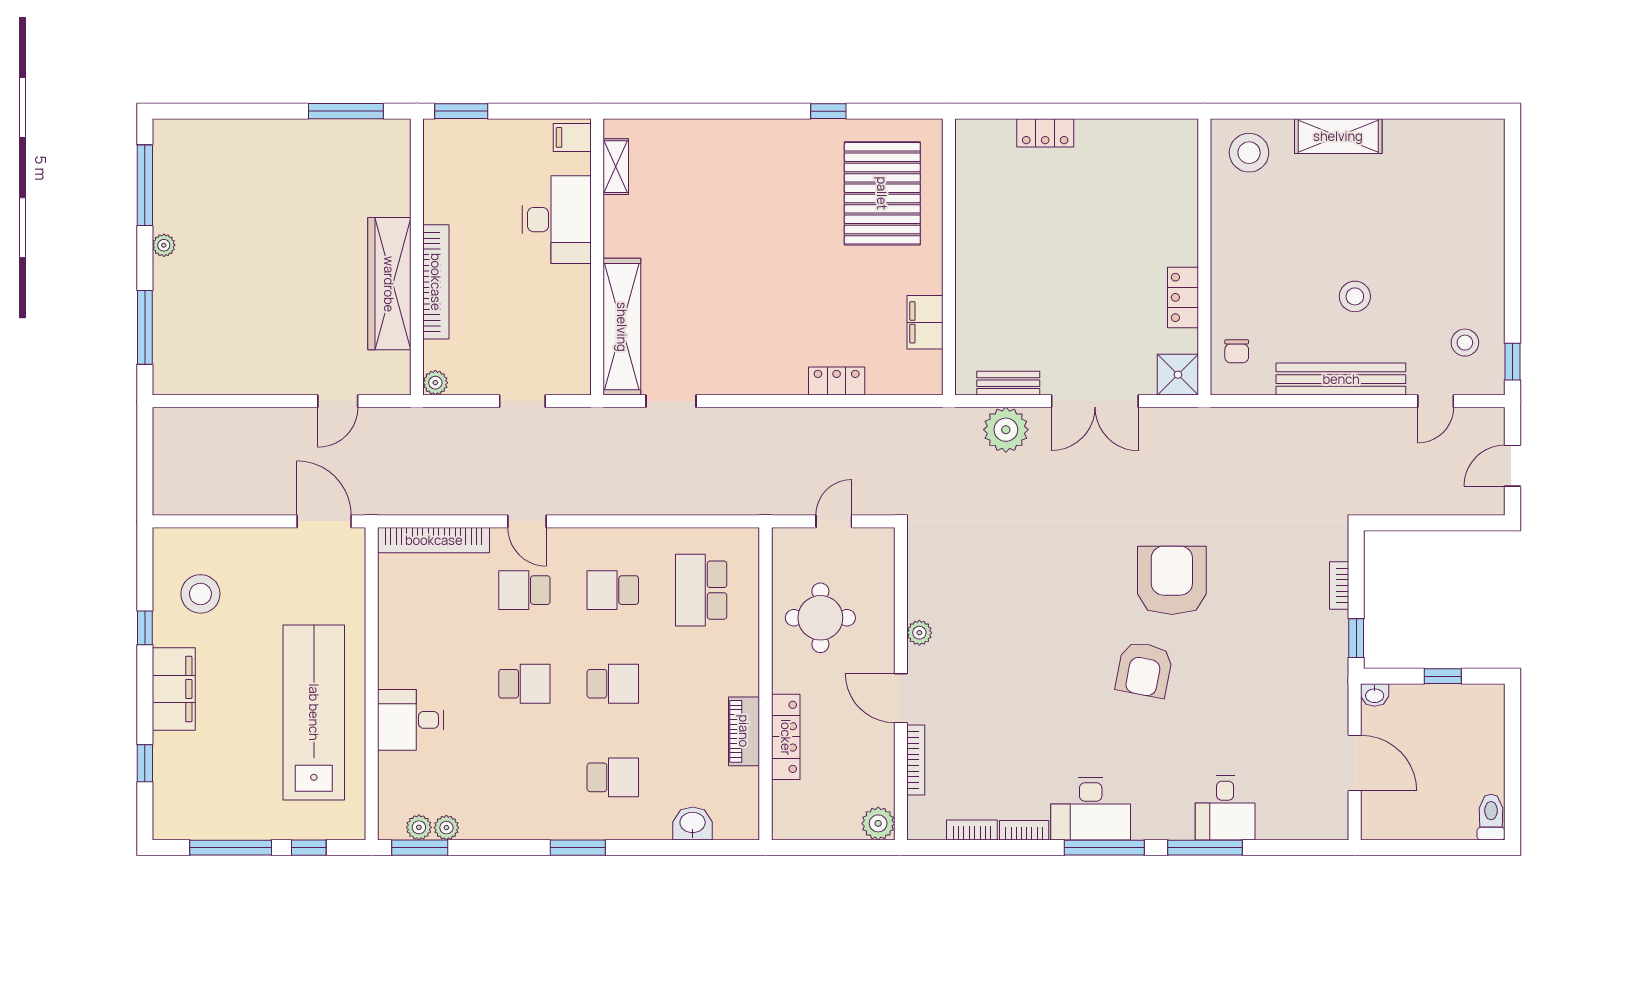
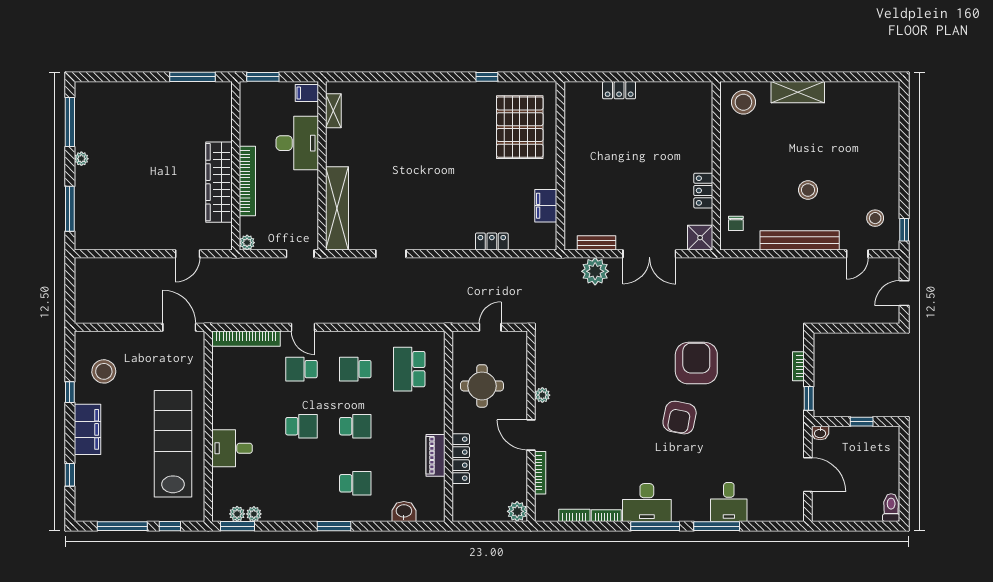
filing cabinet: (572, 137) -> (307, 93), moved
shelving: (616, 167) -> (333, 111), moved
desk: (557, 220) -> (297, 143), moved
wall: (597, 257) -> (322, 166), moved
shelving: (622, 327) -> (337, 208), moved

